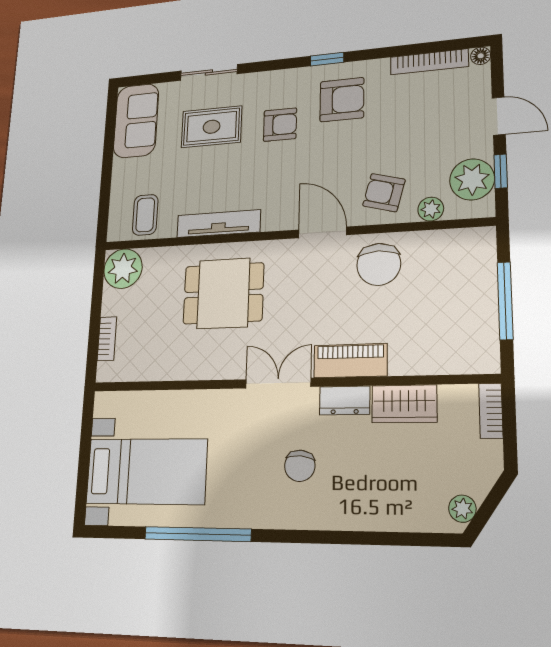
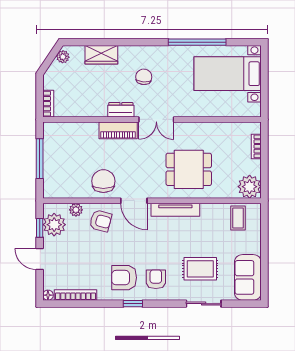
armchair: (280, 125) -> (156, 279), moved, turned 90
tv unit: (219, 224) -> (175, 210), moved
wardrobe: (404, 404) -> (101, 55), moved, turned 180

